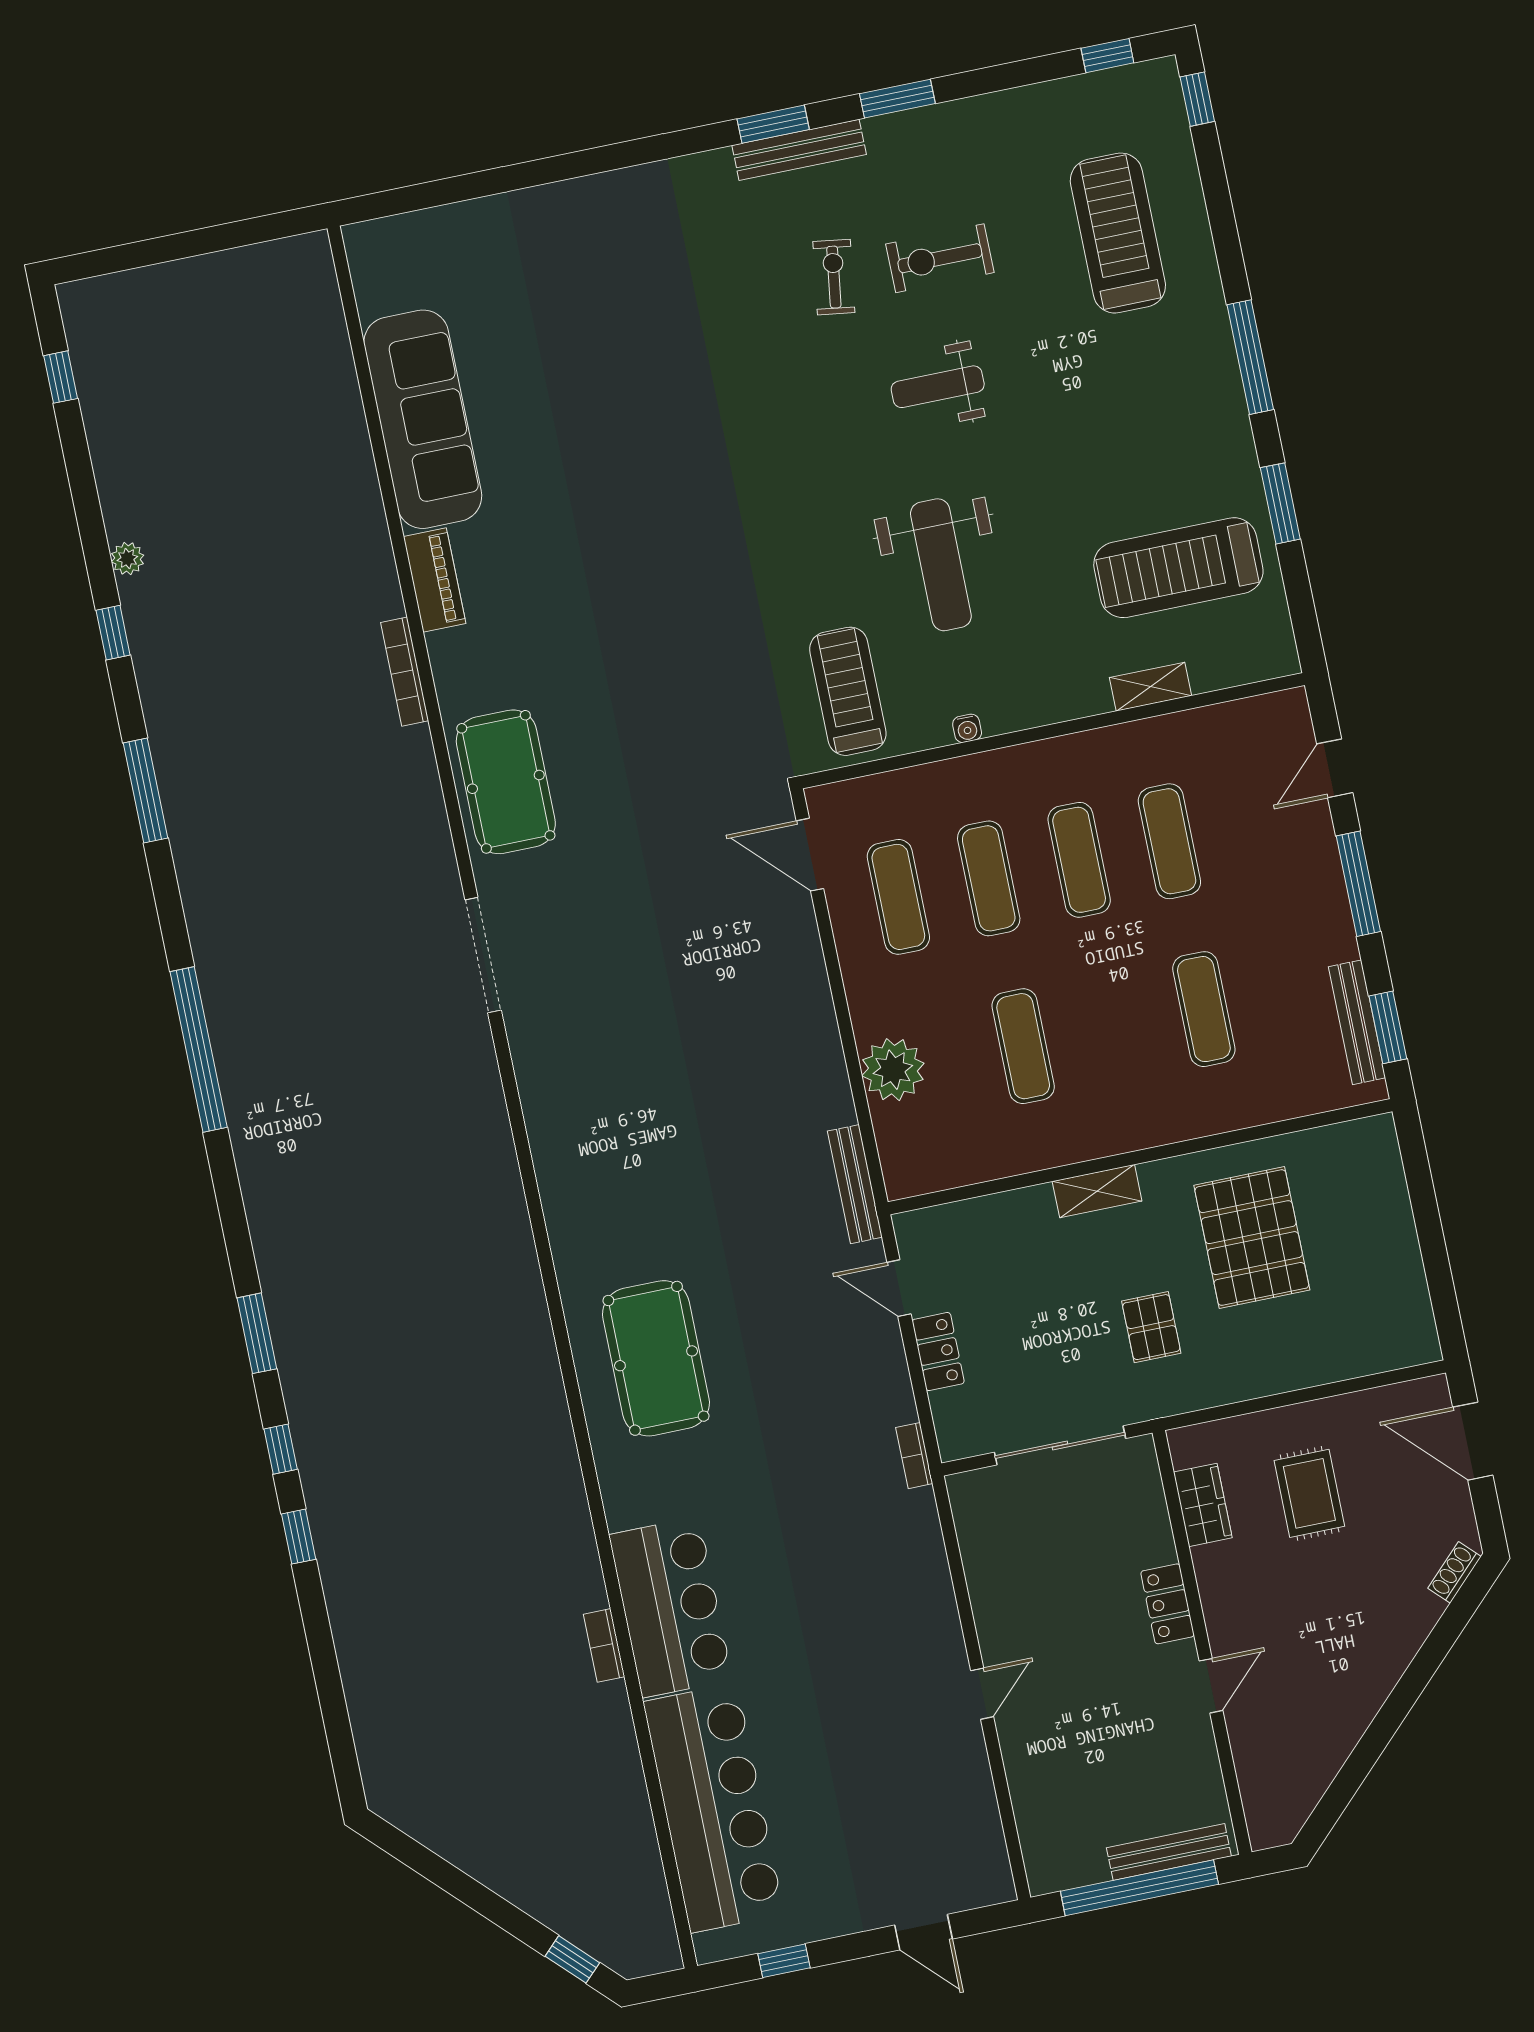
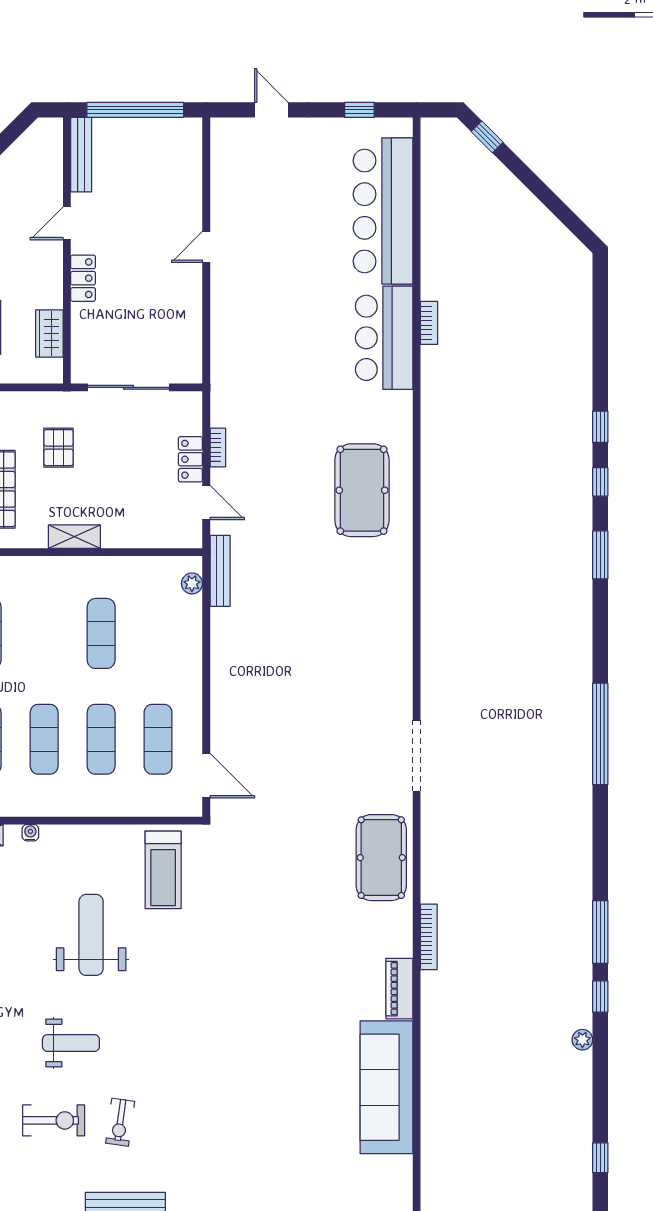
water cooler: (967, 728) -> (30, 833), moved
window: (145, 791) -> (600, 932), moved
plant: (893, 1070) -> (192, 583), moved, width x0.53, depth x0.53
bookcase: (914, 1456) -> (218, 448), moved
bench: (1169, 1852) -> (81, 155), moved, turned 90

